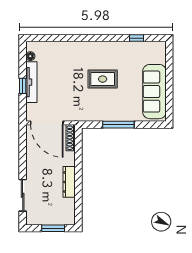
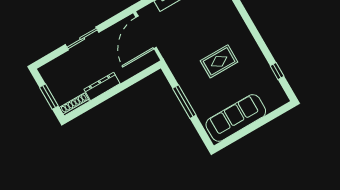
rug: (103, 79) -> (219, 61), turned 90
shoe rack: (71, 138) -> (74, 104), moved
sliding door: (23, 195) -> (82, 38), moved

